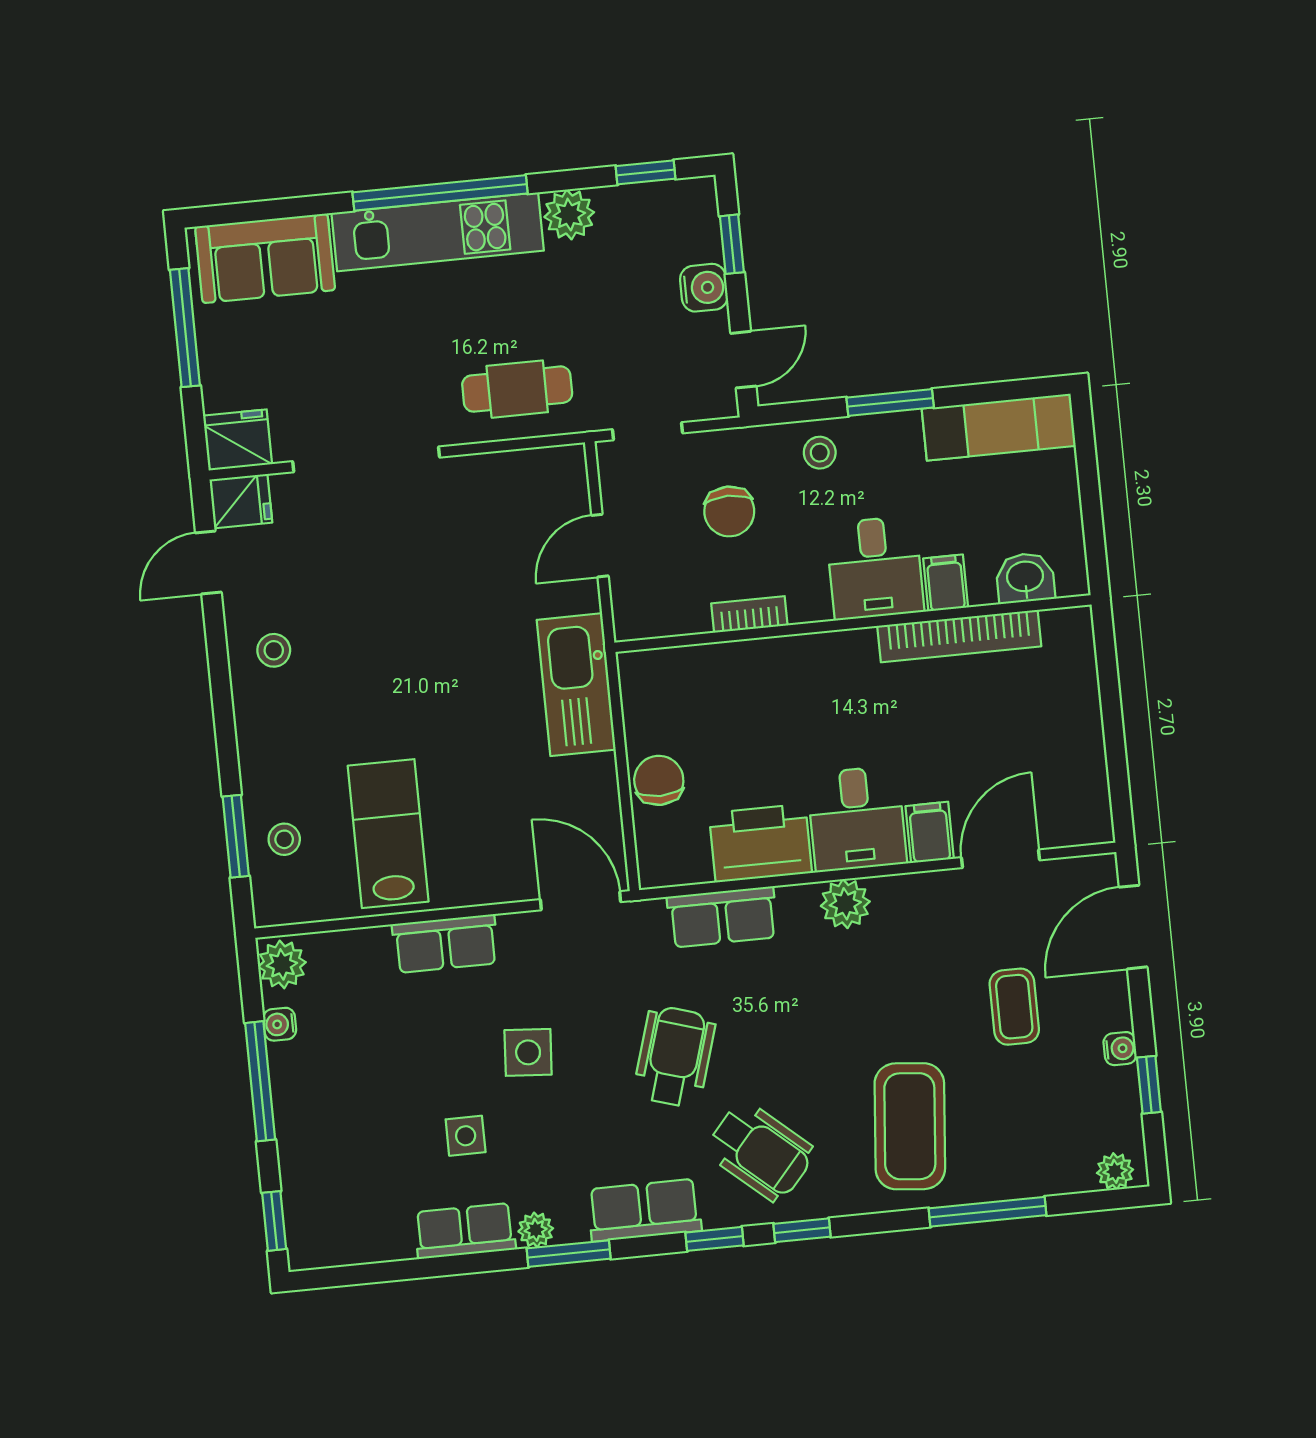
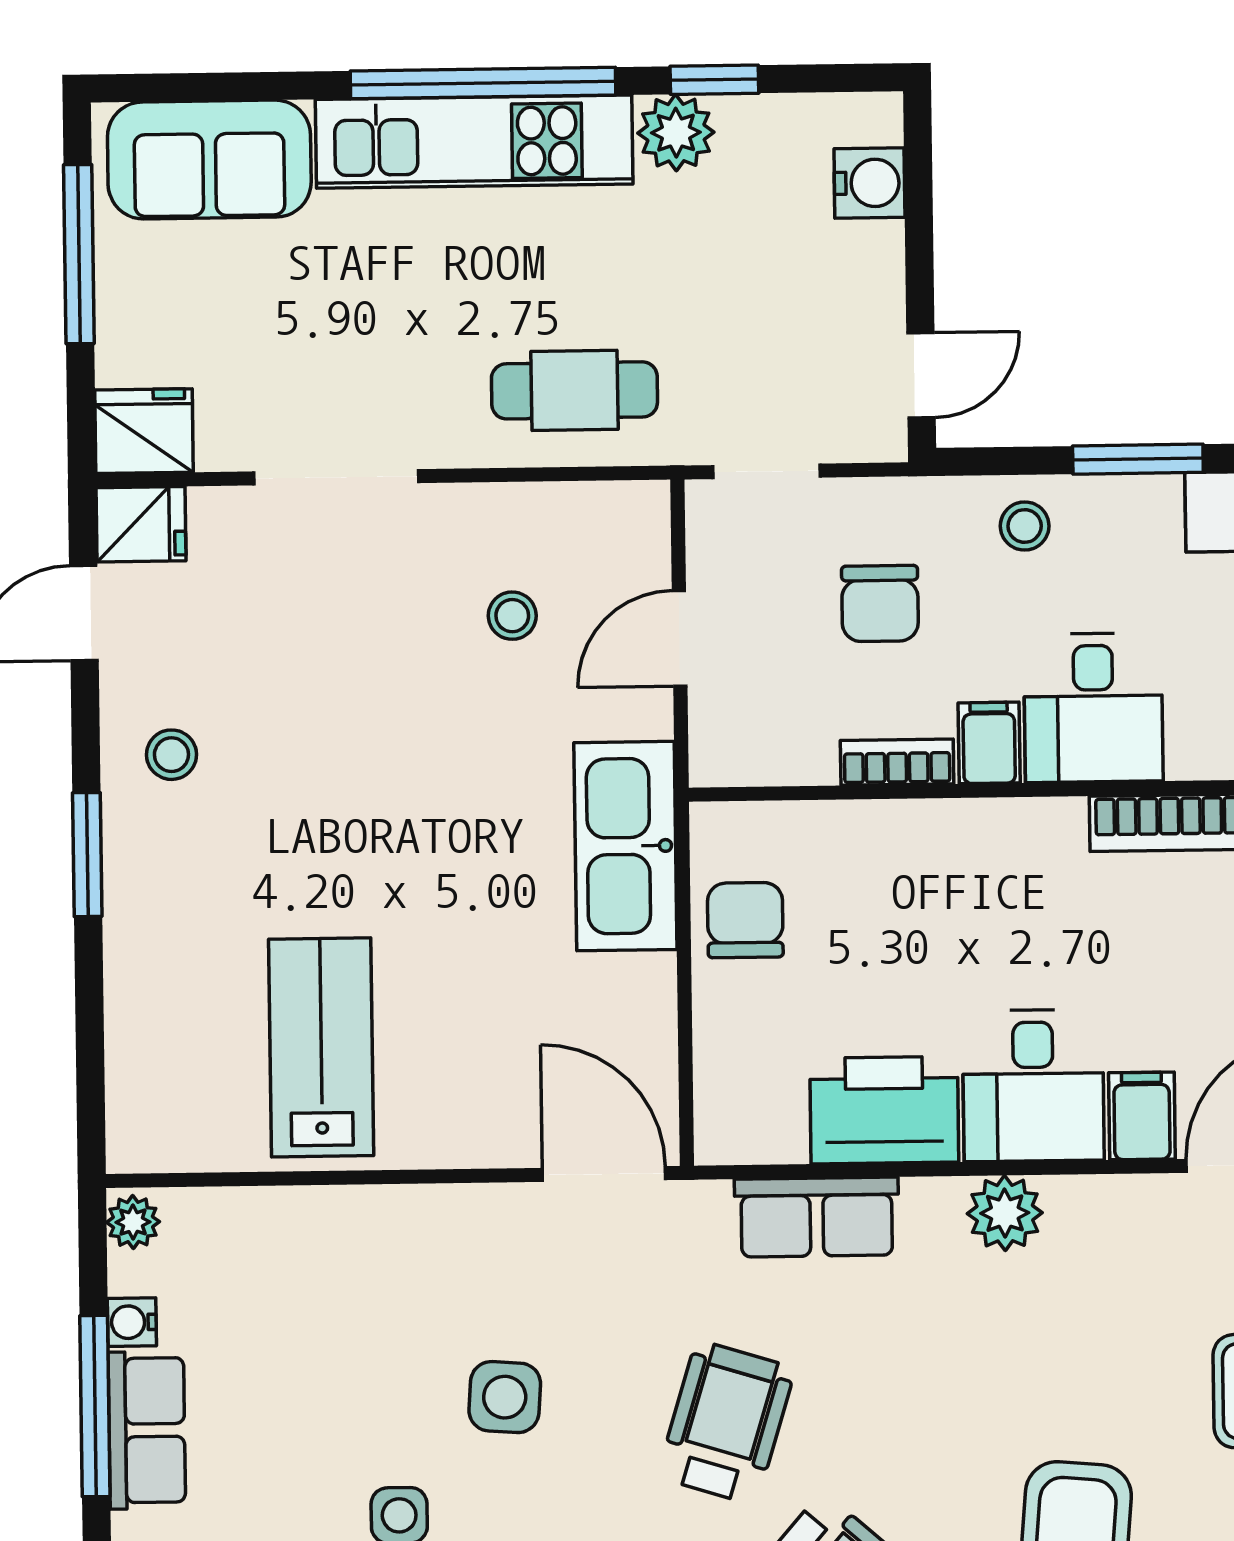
window: (645, 172) -> (714, 80), moved
window: (732, 244) -> (919, 199), removed
water cooler: (704, 288) -> (869, 183), moved
doorway: (366, 459) -> (336, 477), width x0.73
filing cabinet: (946, 583) -> (989, 743), moved
chair: (659, 780) -> (745, 920), moved
window: (236, 836) -> (87, 855), moved
stool: (284, 839) -> (512, 616), moved
row of seats: (445, 944) -> (147, 1430), moved, turned -90
plant: (282, 964) -> (133, 1222), width x0.73, depth x0.73

